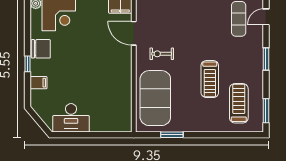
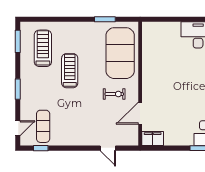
door: (134, 33) -> (140, 113), swing flipped
treadmill: (239, 103) -> (43, 48), turned 180

